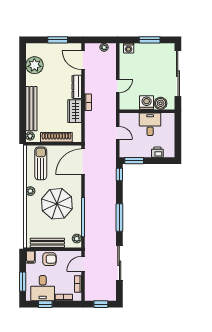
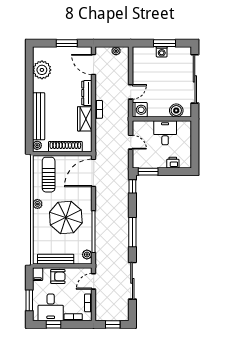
washing machine: (129, 48) -> (162, 52), moved
washing machine: (147, 103) -> (140, 110), moved, turned 90

